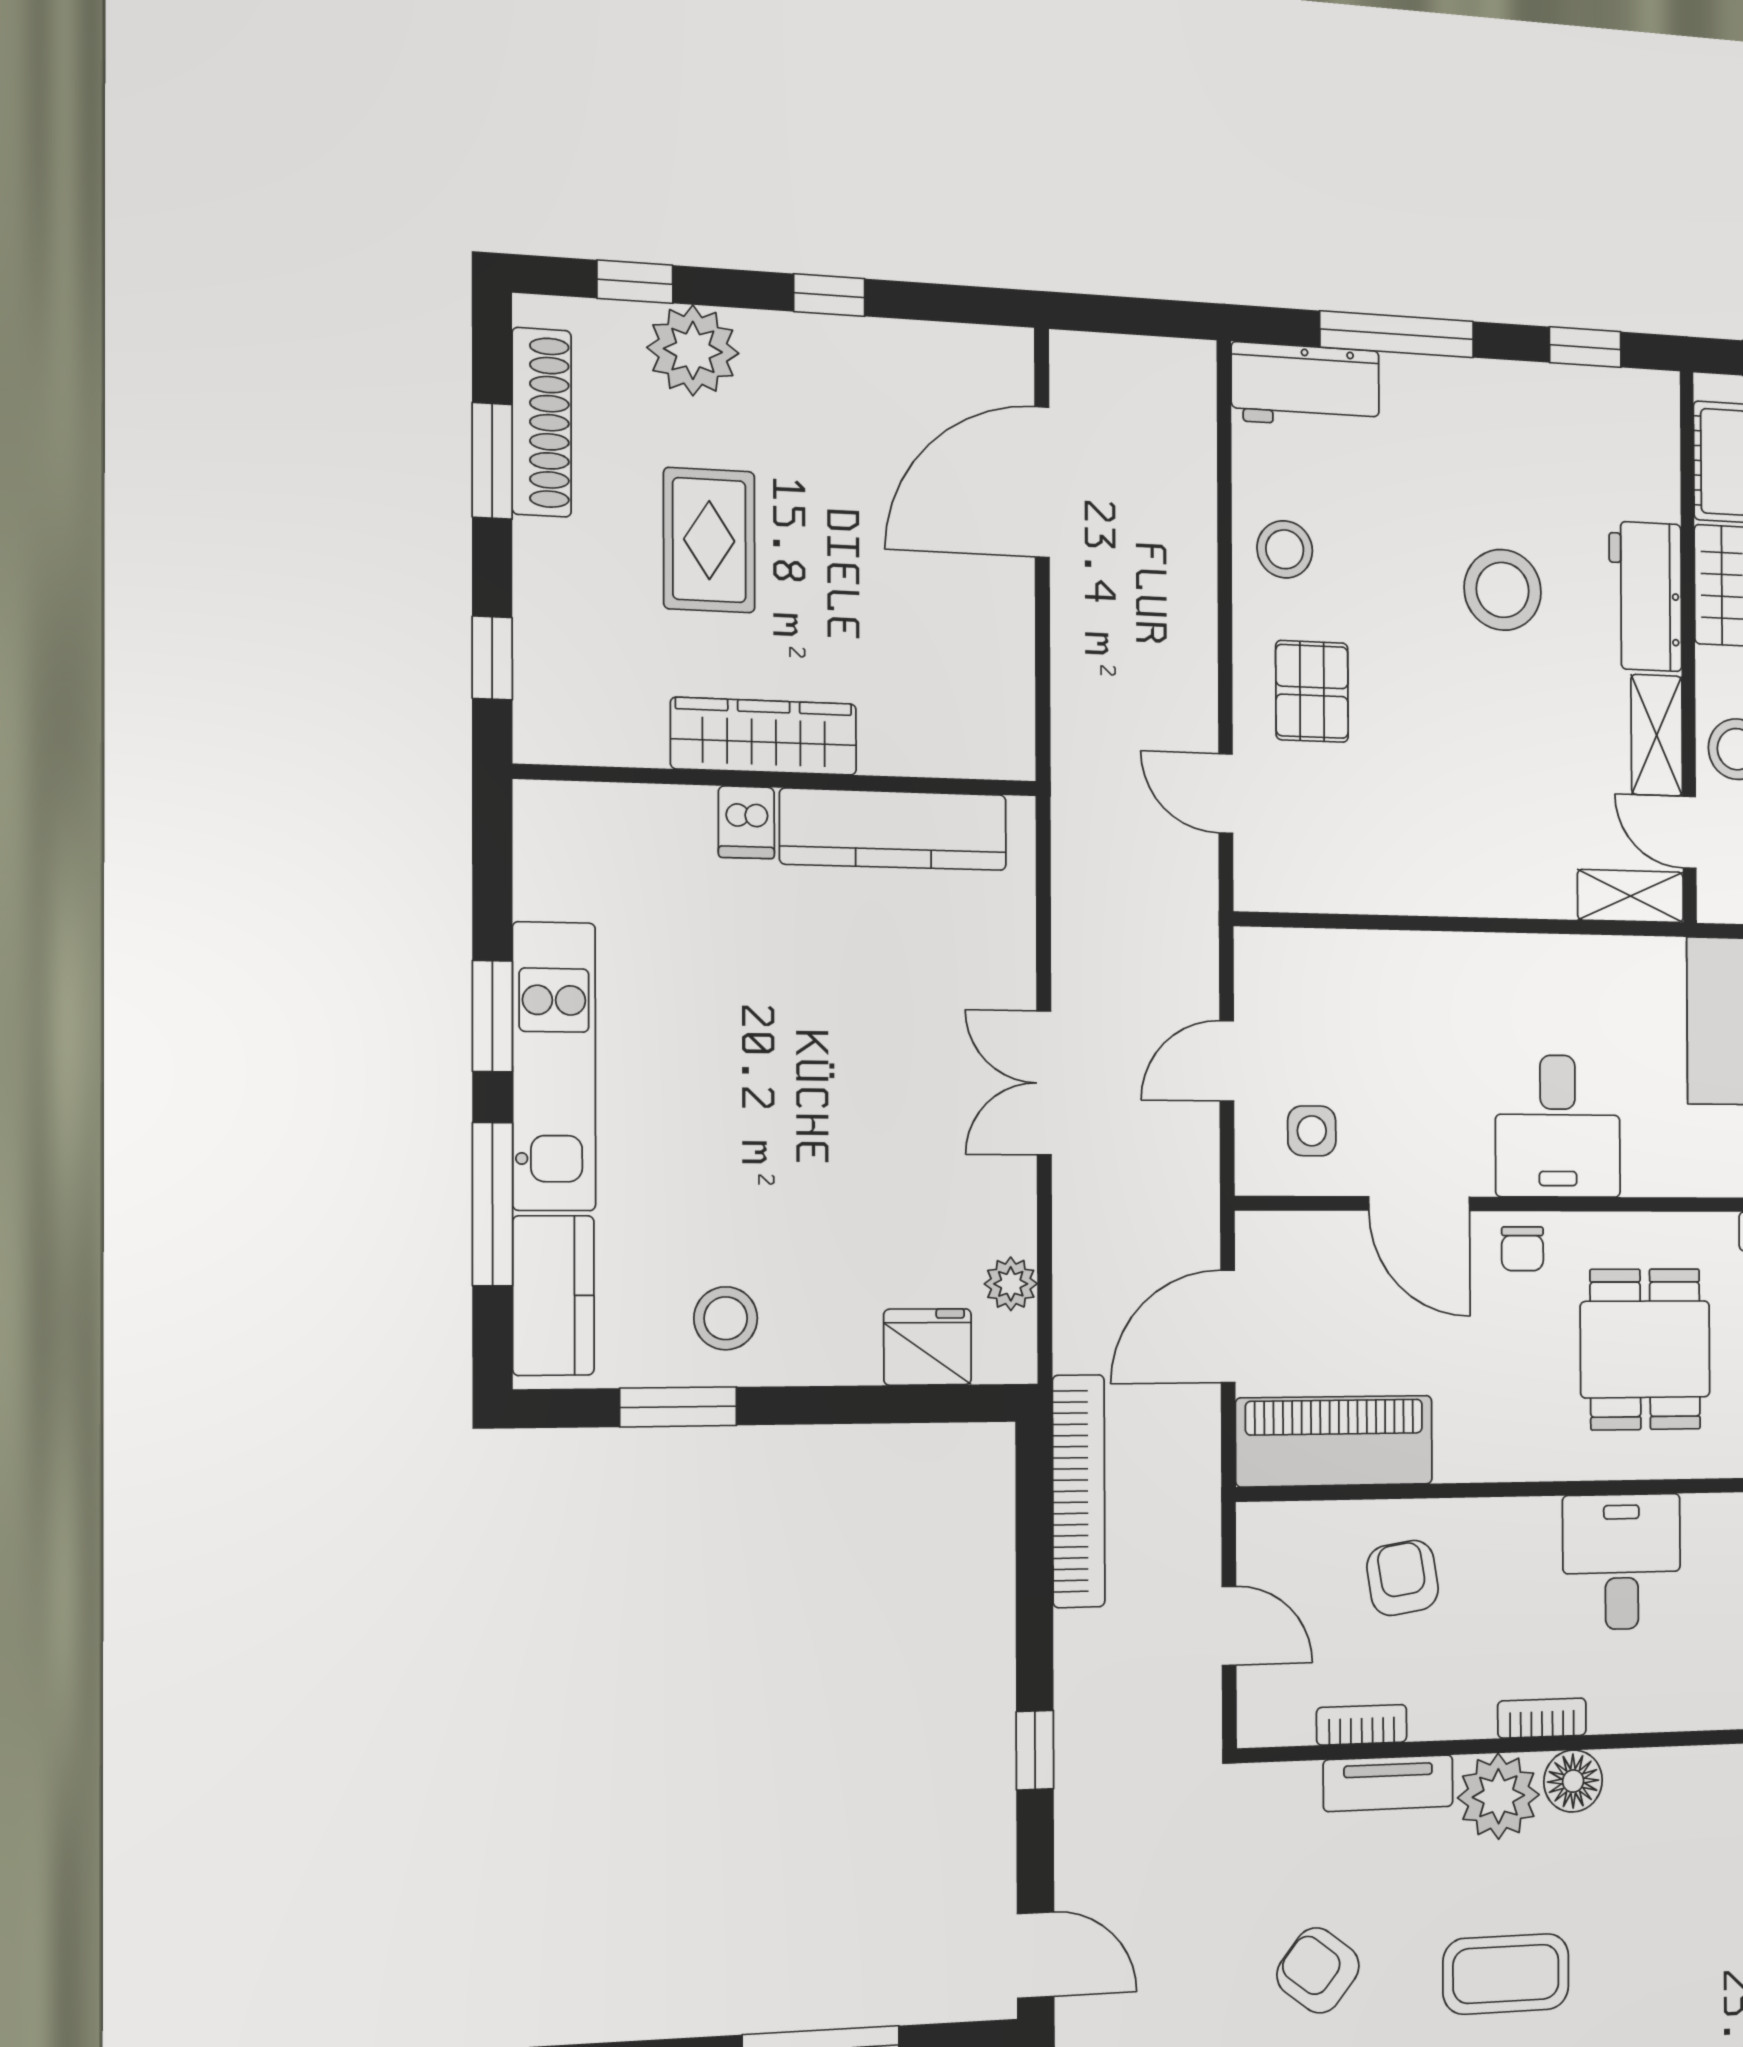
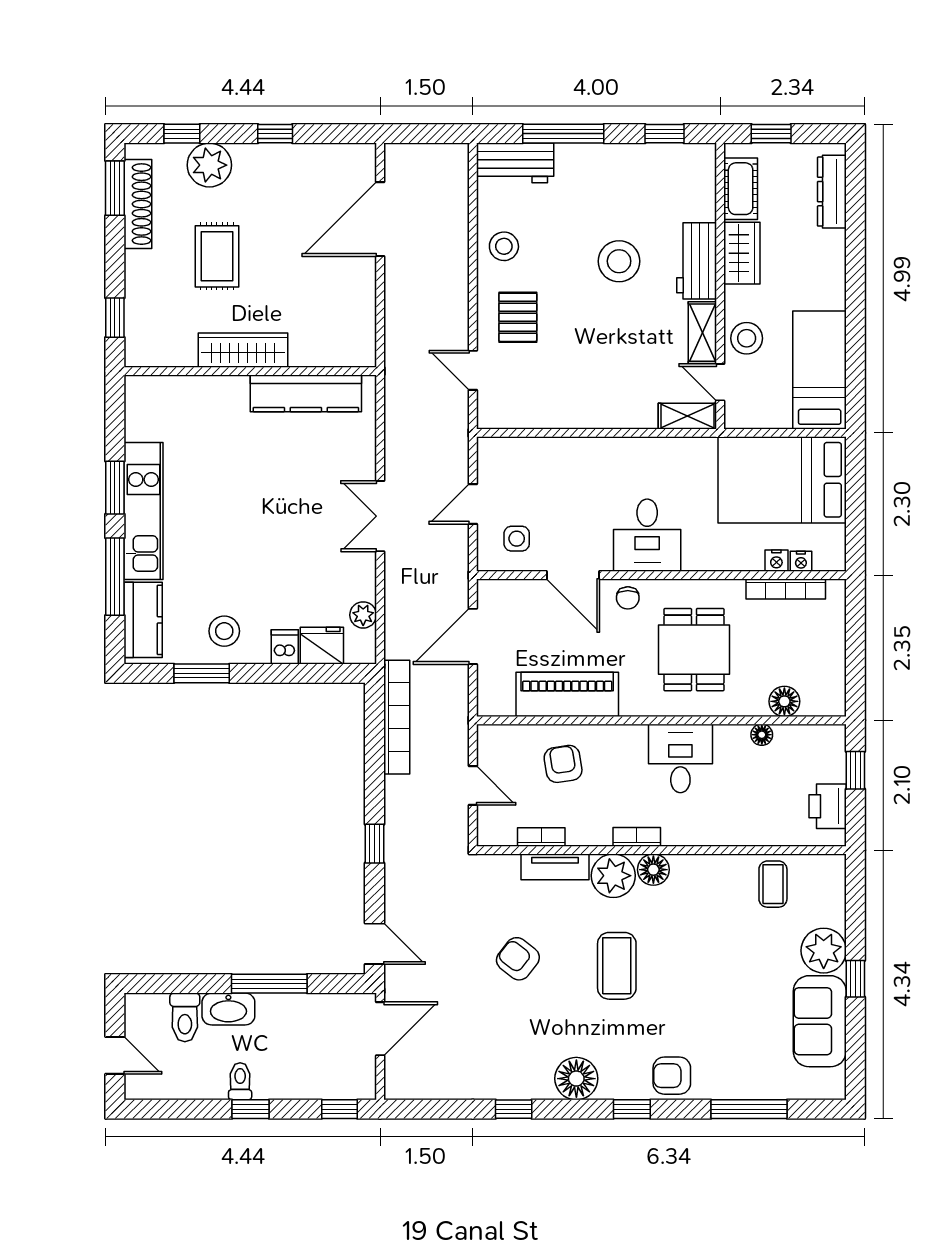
window: (492, 461) -> (115, 188), moved
dishwasher: (746, 822) -> (285, 647), moved, turned 180
piano: (1334, 1441) -> (567, 694), moved
coffee table: (1506, 1974) -> (617, 966), turned 90

